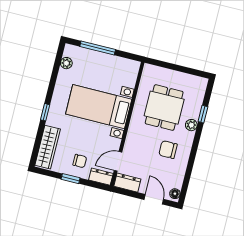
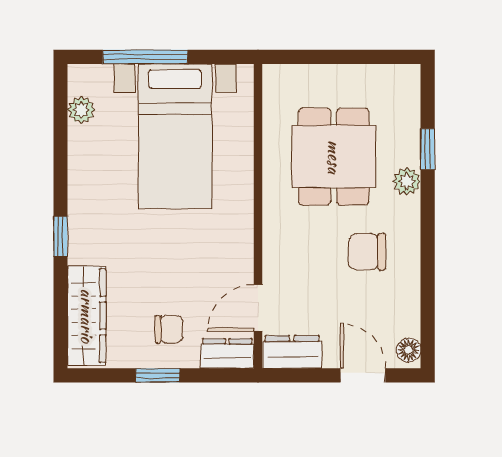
bed with nightstands: (99, 107) -> (175, 136), moved, turned -90

